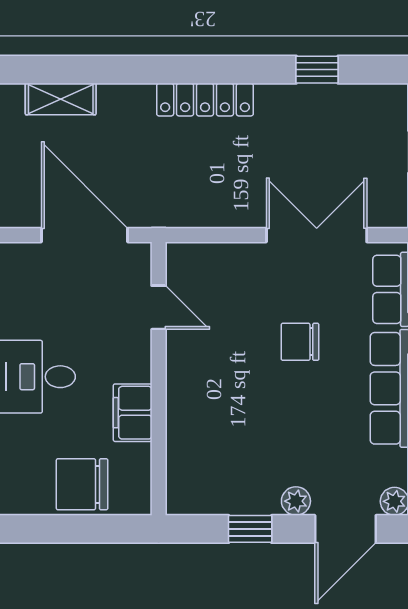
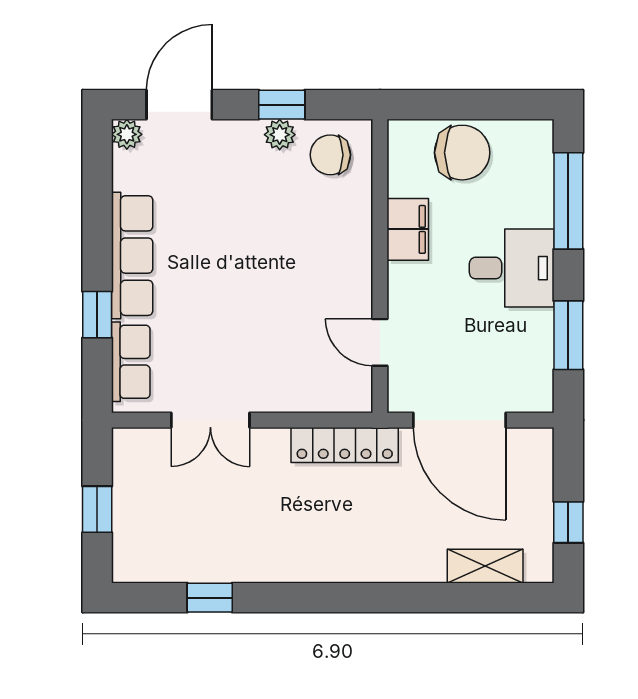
locker: (205, 100) -> (345, 445), moved, turned 180
double door: (317, 235) -> (210, 420), width x0.73
chair: (300, 342) -> (330, 155), moved, turned 180
plant: (296, 501) -> (280, 135), moved

